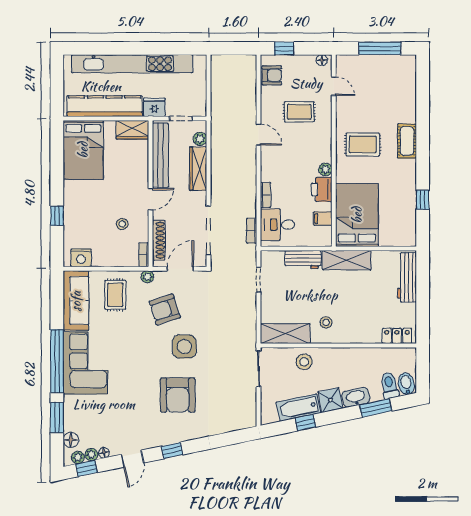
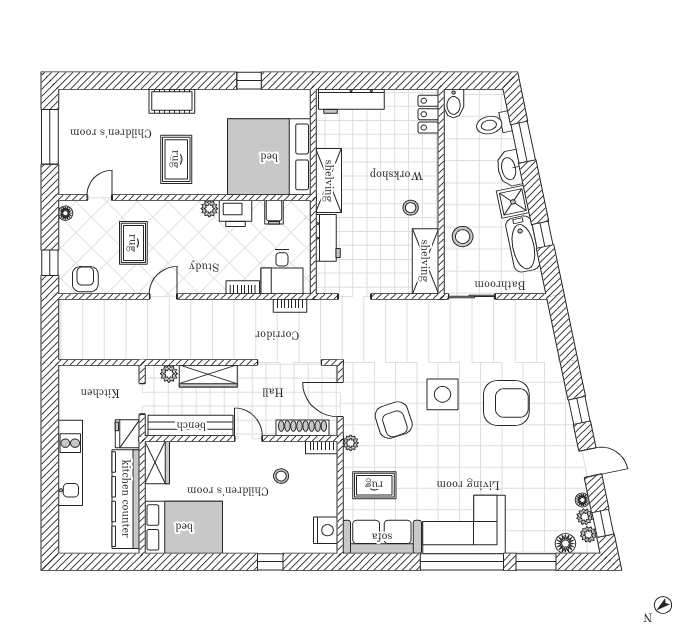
kitchen unit: (132, 64) -> (70, 463), width x0.54
bed: (357, 215) -> (269, 157), width x1.36
bidet: (406, 384) -> (454, 103), moved, turned -78

